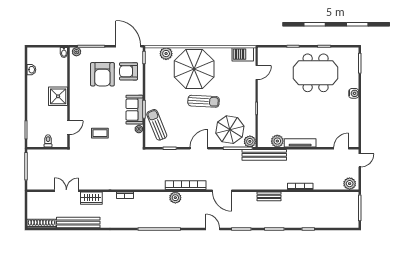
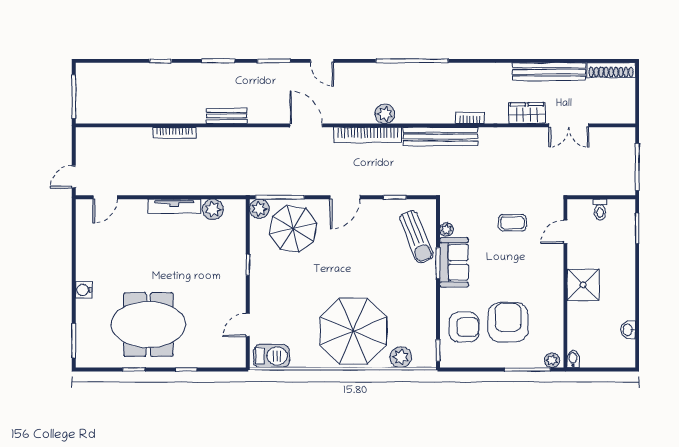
door: (128, 46) -> (464, 369), removed
sun lounger: (204, 101) -> (337, 277), removed
bench: (264, 155) -> (441, 137), moved
plant: (350, 184) -> (91, 138), removed

